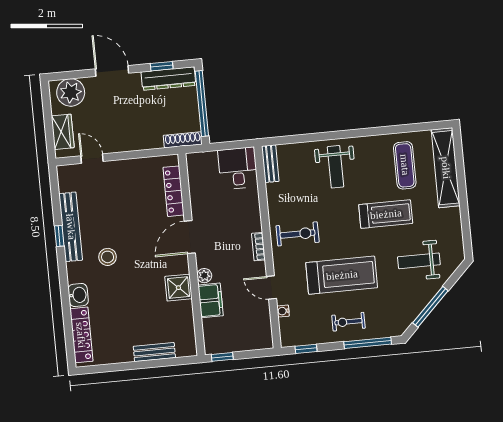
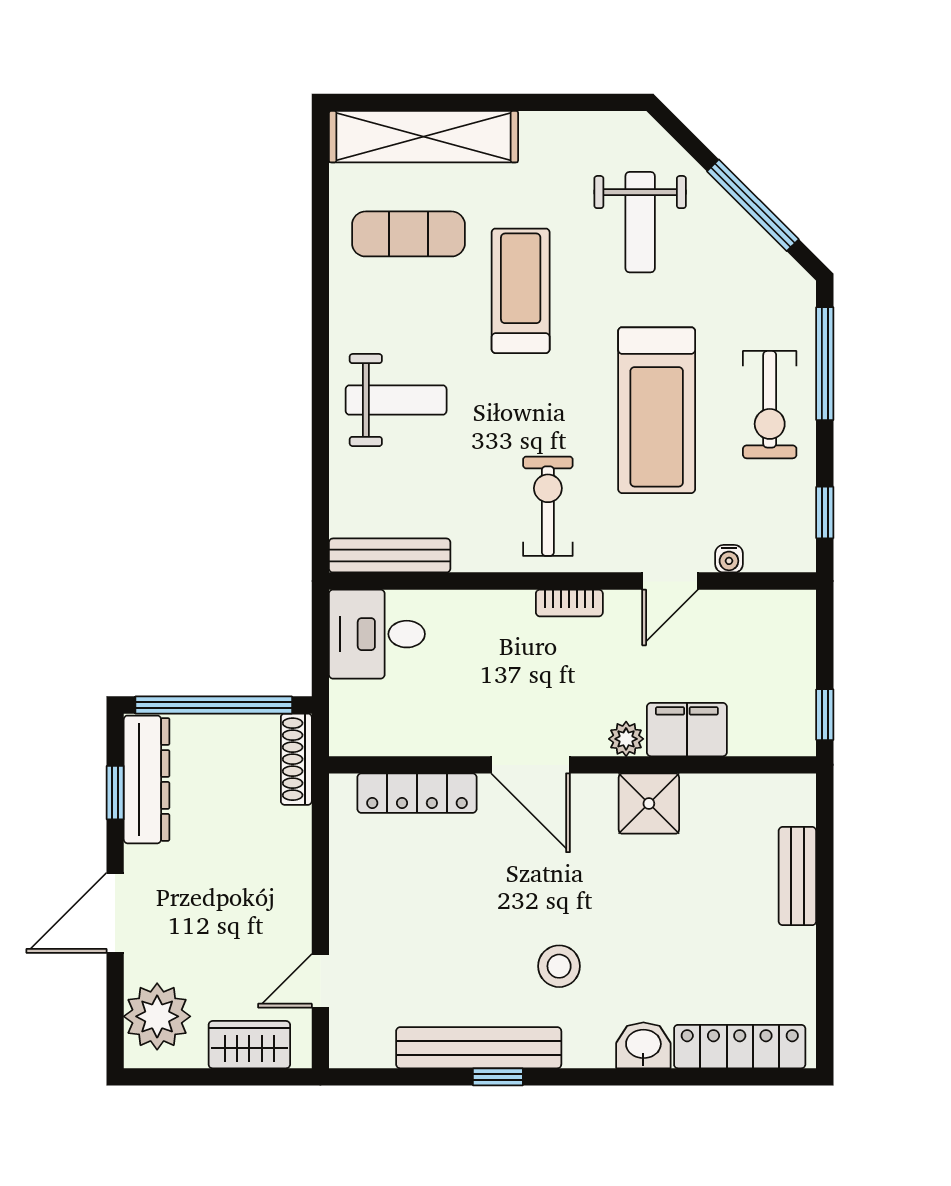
bench: (270, 164) -> (390, 555), width x1.36
treadmill: (342, 275) -> (657, 410), turned 180
exercise bike: (348, 322) -> (770, 405), width x1.38, depth x1.39

